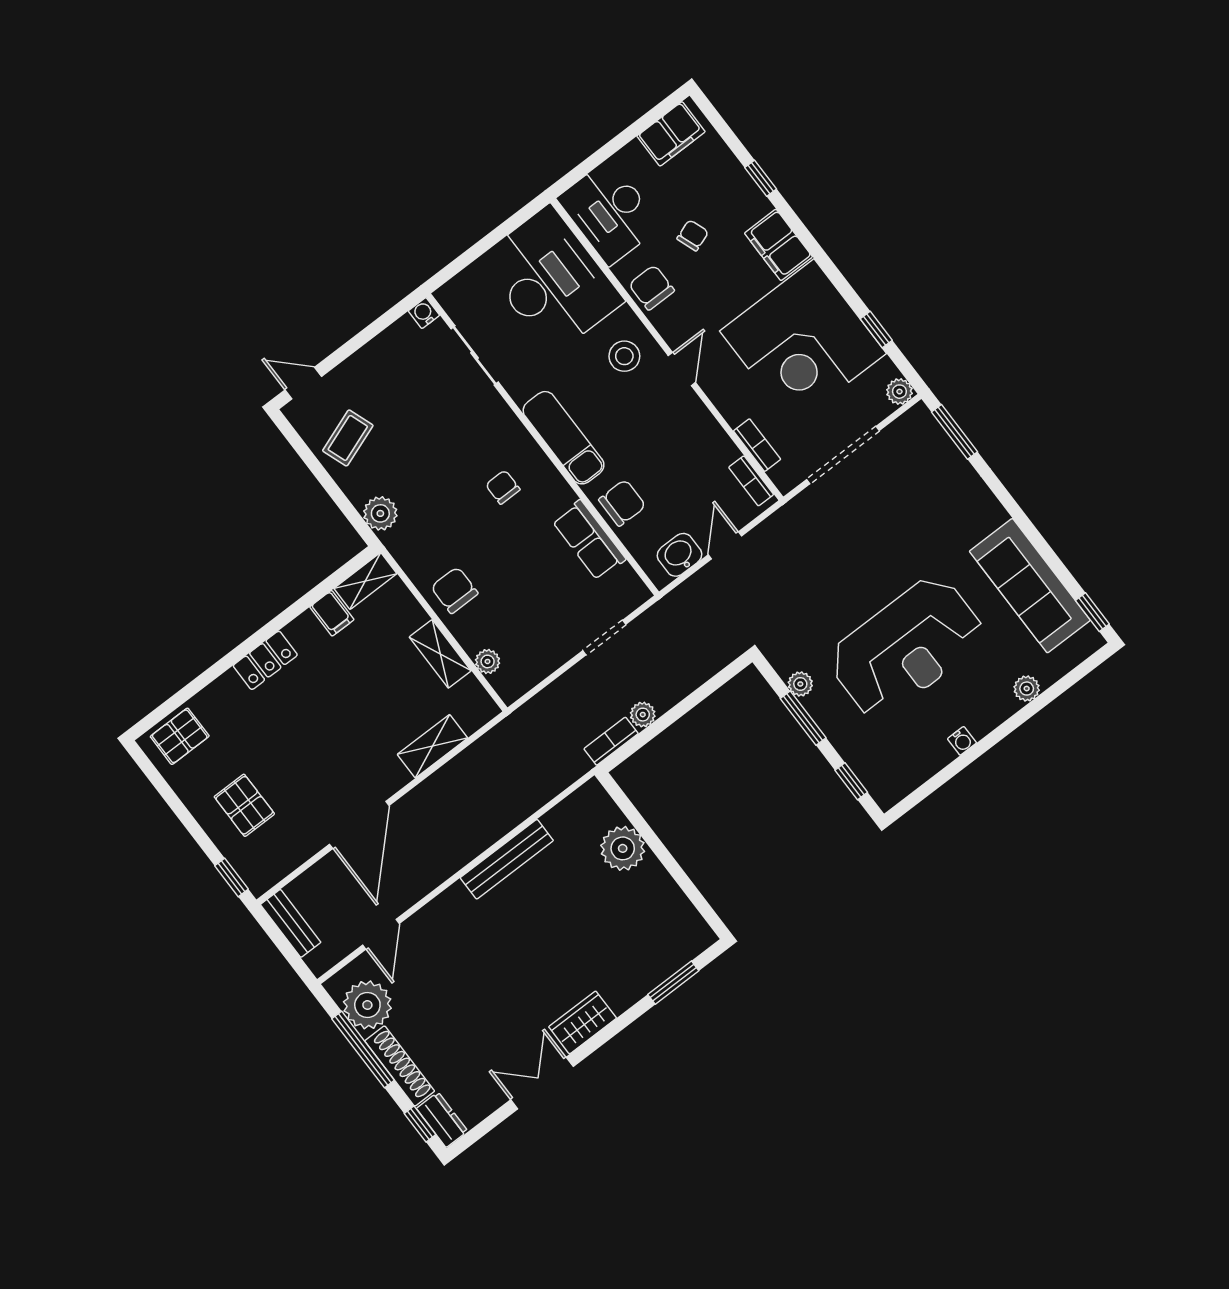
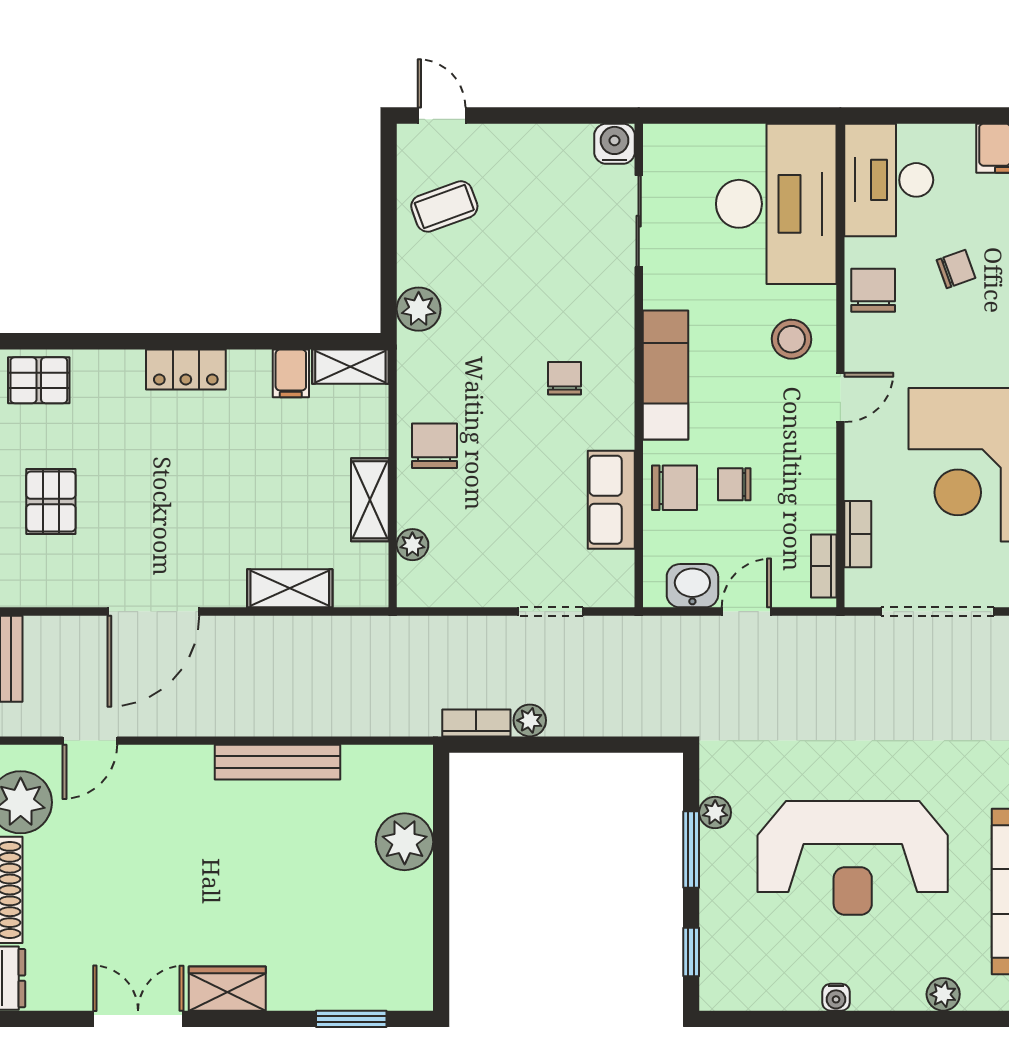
water cooler: (424, 313) -> (614, 144), width x1.38, depth x1.38
chair: (657, 473) -> (734, 484), added

